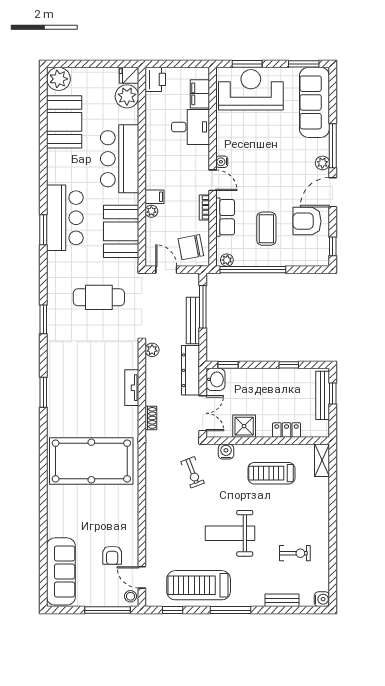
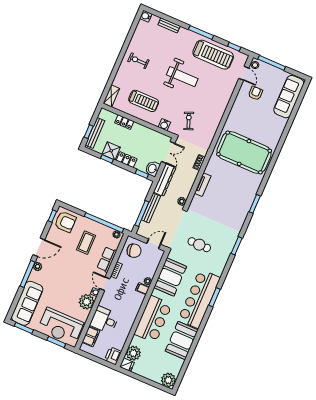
booth: (64, 122) -> (182, 340), moved
plant: (228, 142) -> (87, 302), added
bar counter: (65, 218) -> (199, 299), width x1.36
armchair: (307, 221) -> (65, 222), moved
door: (166, 270) -> (154, 244), swing flipped
cafe table: (99, 297) -> (199, 245), width x0.73, depth x0.74
locker: (259, 376) -> (127, 160), added
double door: (203, 413) -> (168, 152), swing flipped
shower: (244, 426) -> (111, 151), moved
exercise bike: (295, 553) -> (138, 61), moved

